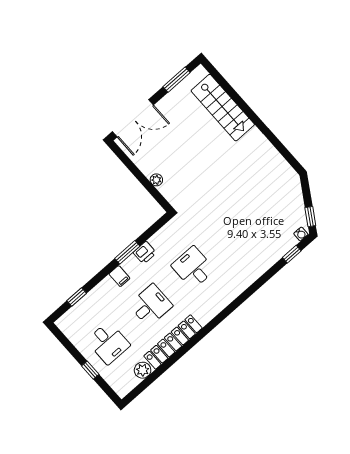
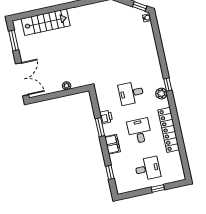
window: (292, 254) -> (168, 84), moved
filing cabinet: (119, 276) -> (113, 144), width x2.00
plant: (143, 370) -> (161, 94), moved

